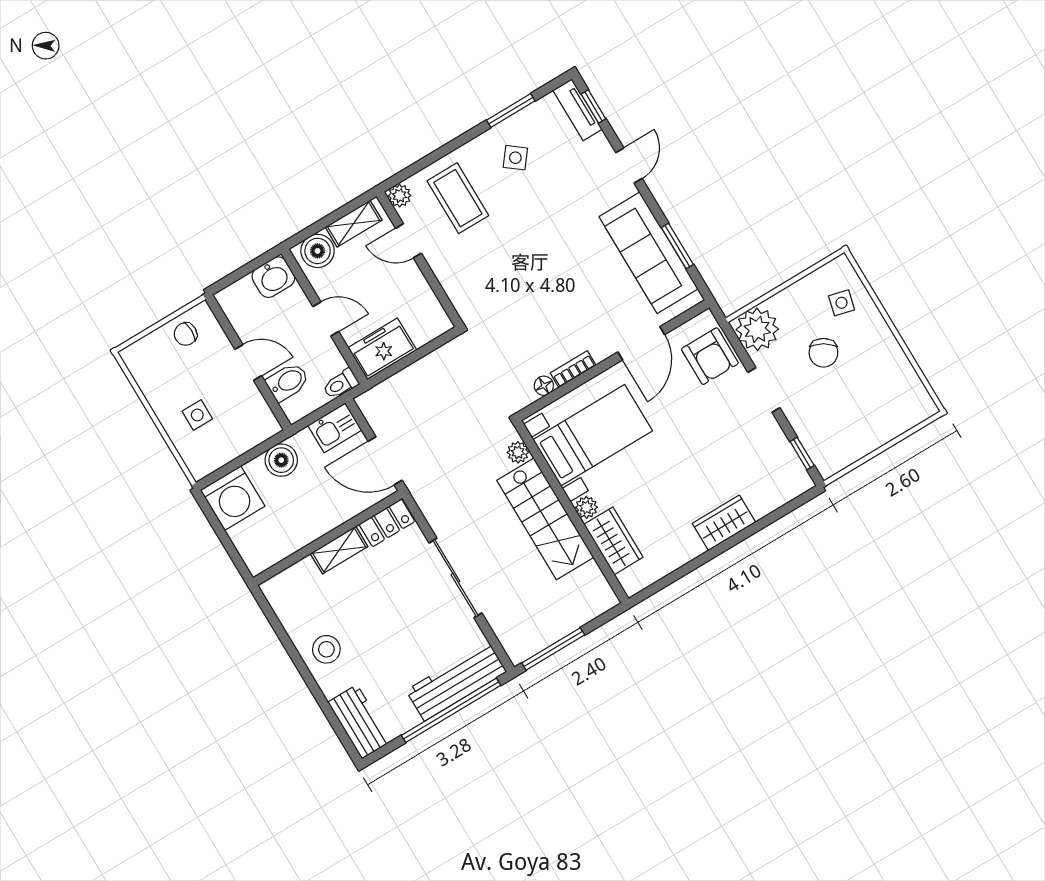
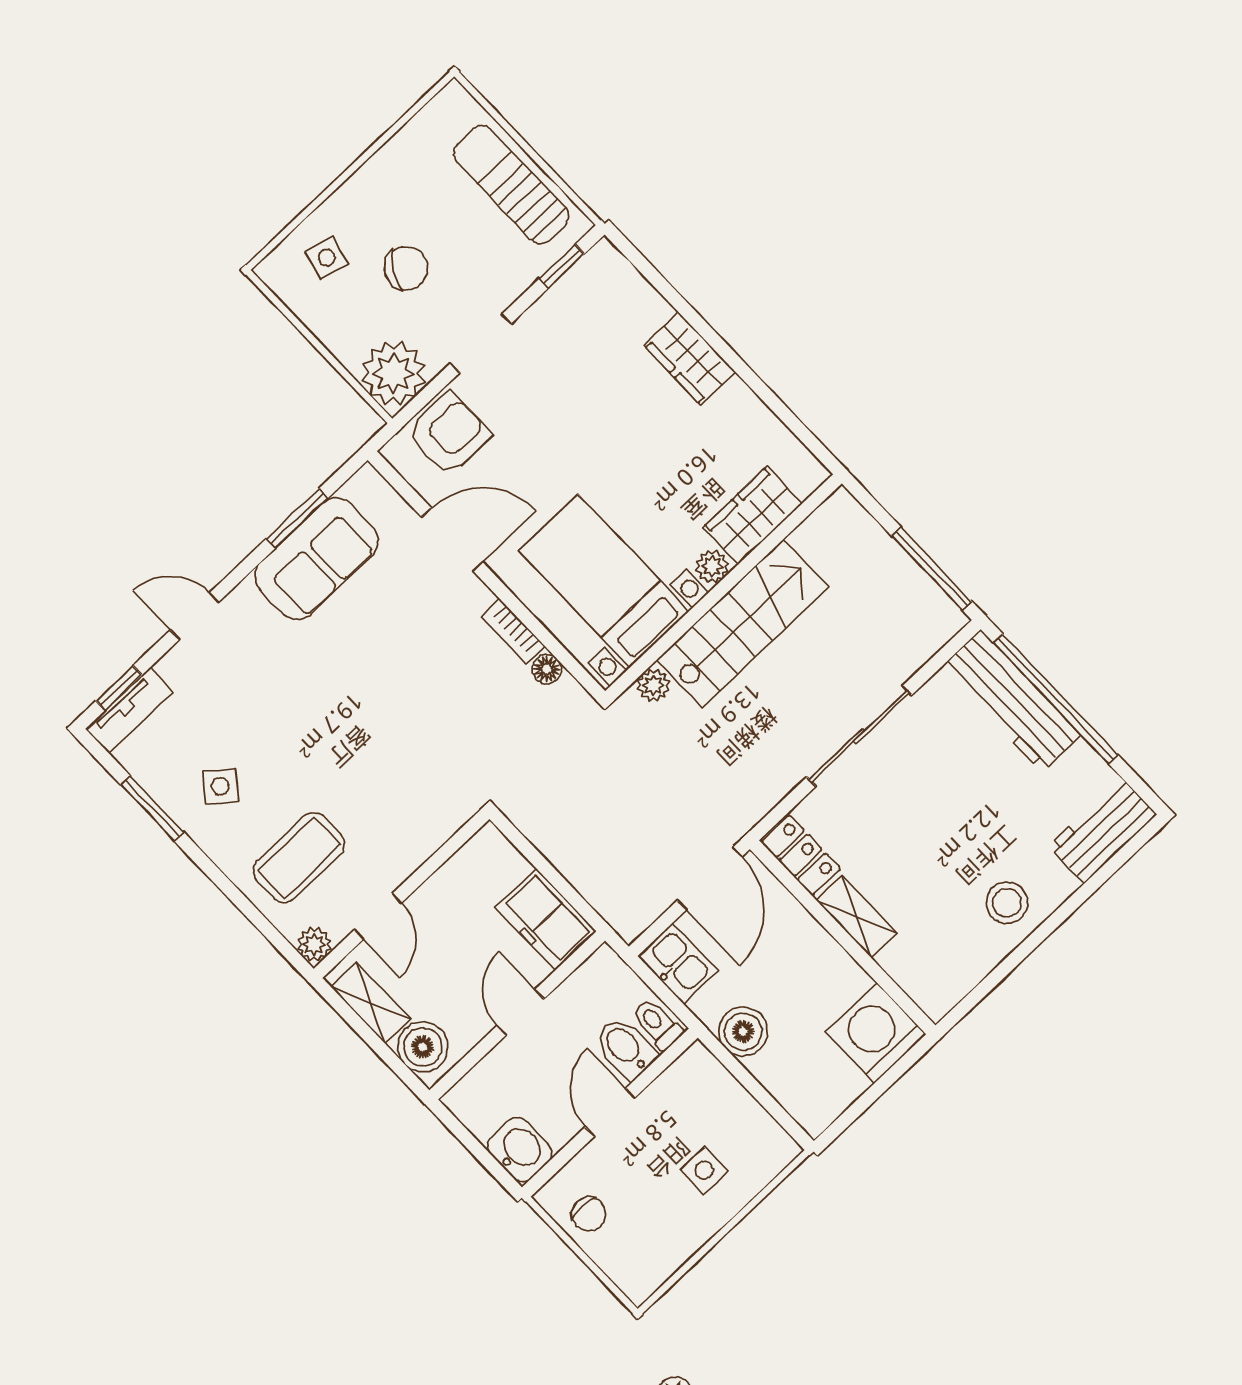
sofa: (648, 253) -> (316, 559), width x0.73
washbasin: (273, 277) -> (520, 1150), moved
toilet: (341, 384) -> (657, 1024), moved, turned 180
sun lounger: (862, 433) -> (511, 185), added
washing machine: (233, 498) -> (876, 1033), moved, turned -90

